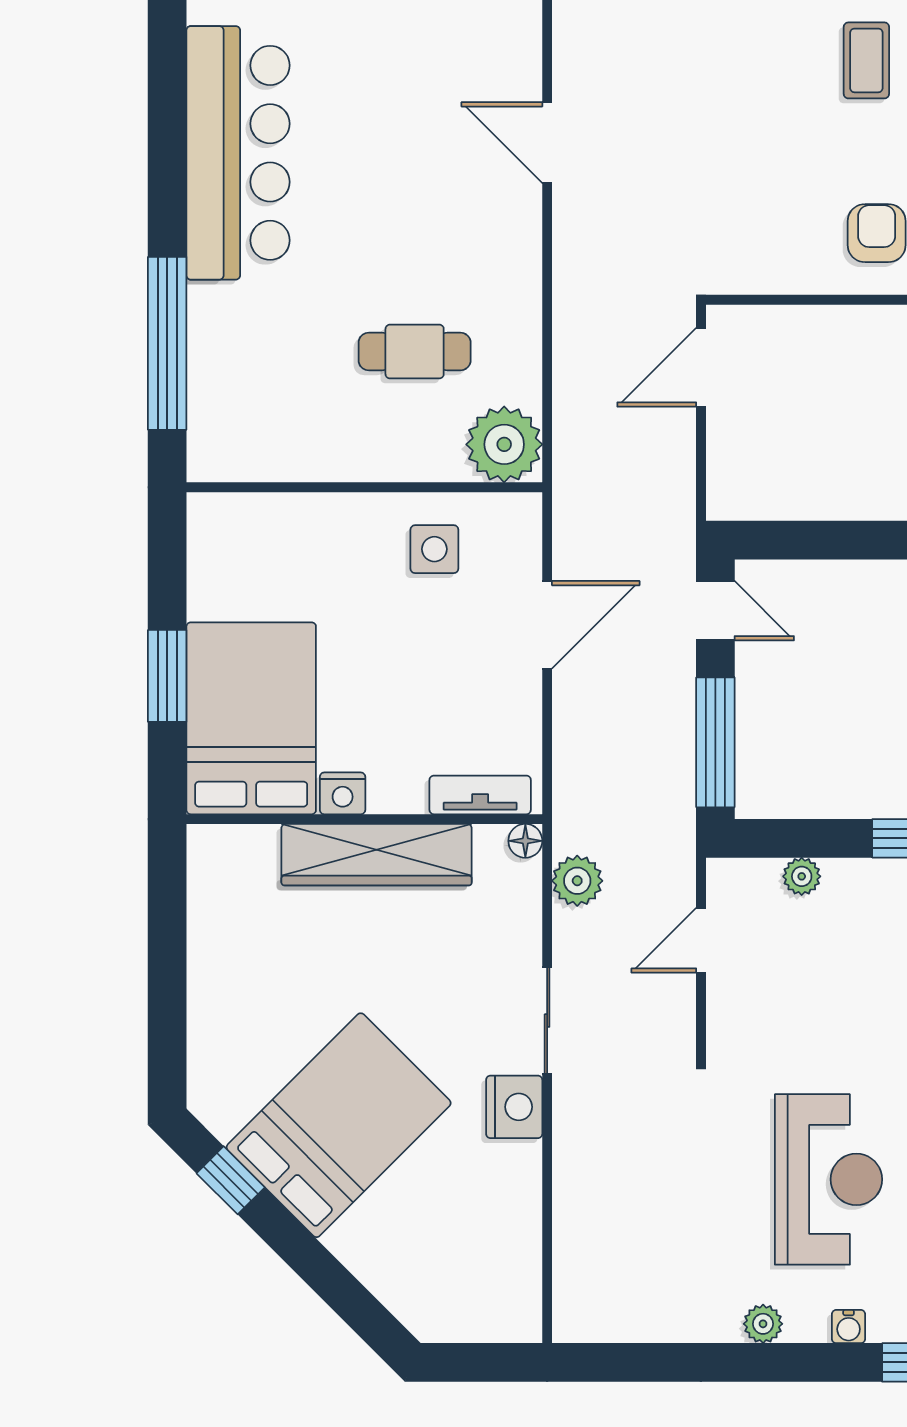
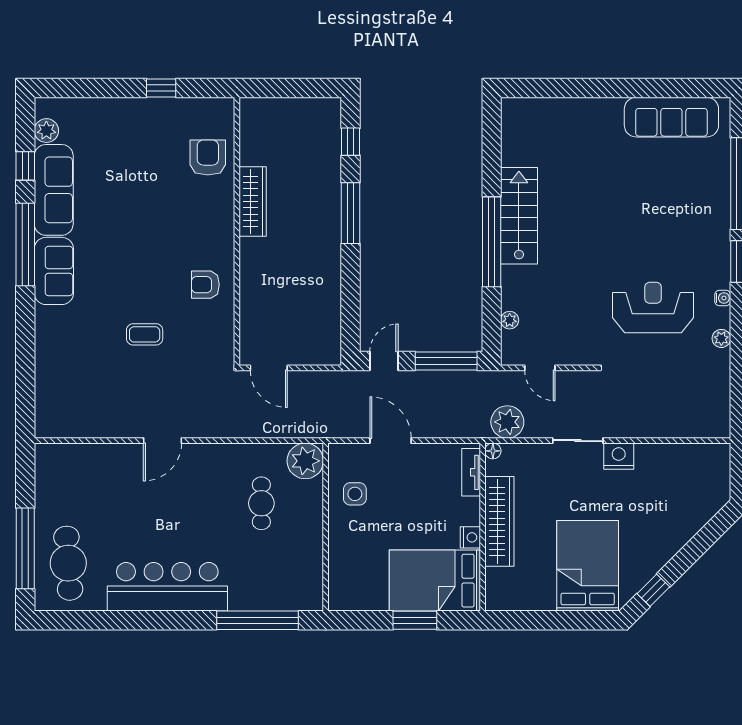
coffee table: (866, 60) -> (145, 334), moved
plant: (577, 881) -> (507, 422), width x1.36, depth x1.36
bed: (339, 1125) -> (588, 566), moved, turned 45

